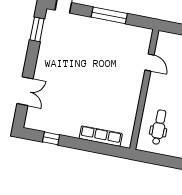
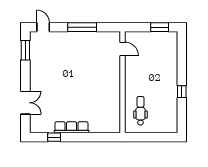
door: (150, 62) -> (123, 49), moved
row of seats: (101, 136) -> (72, 127), moved

